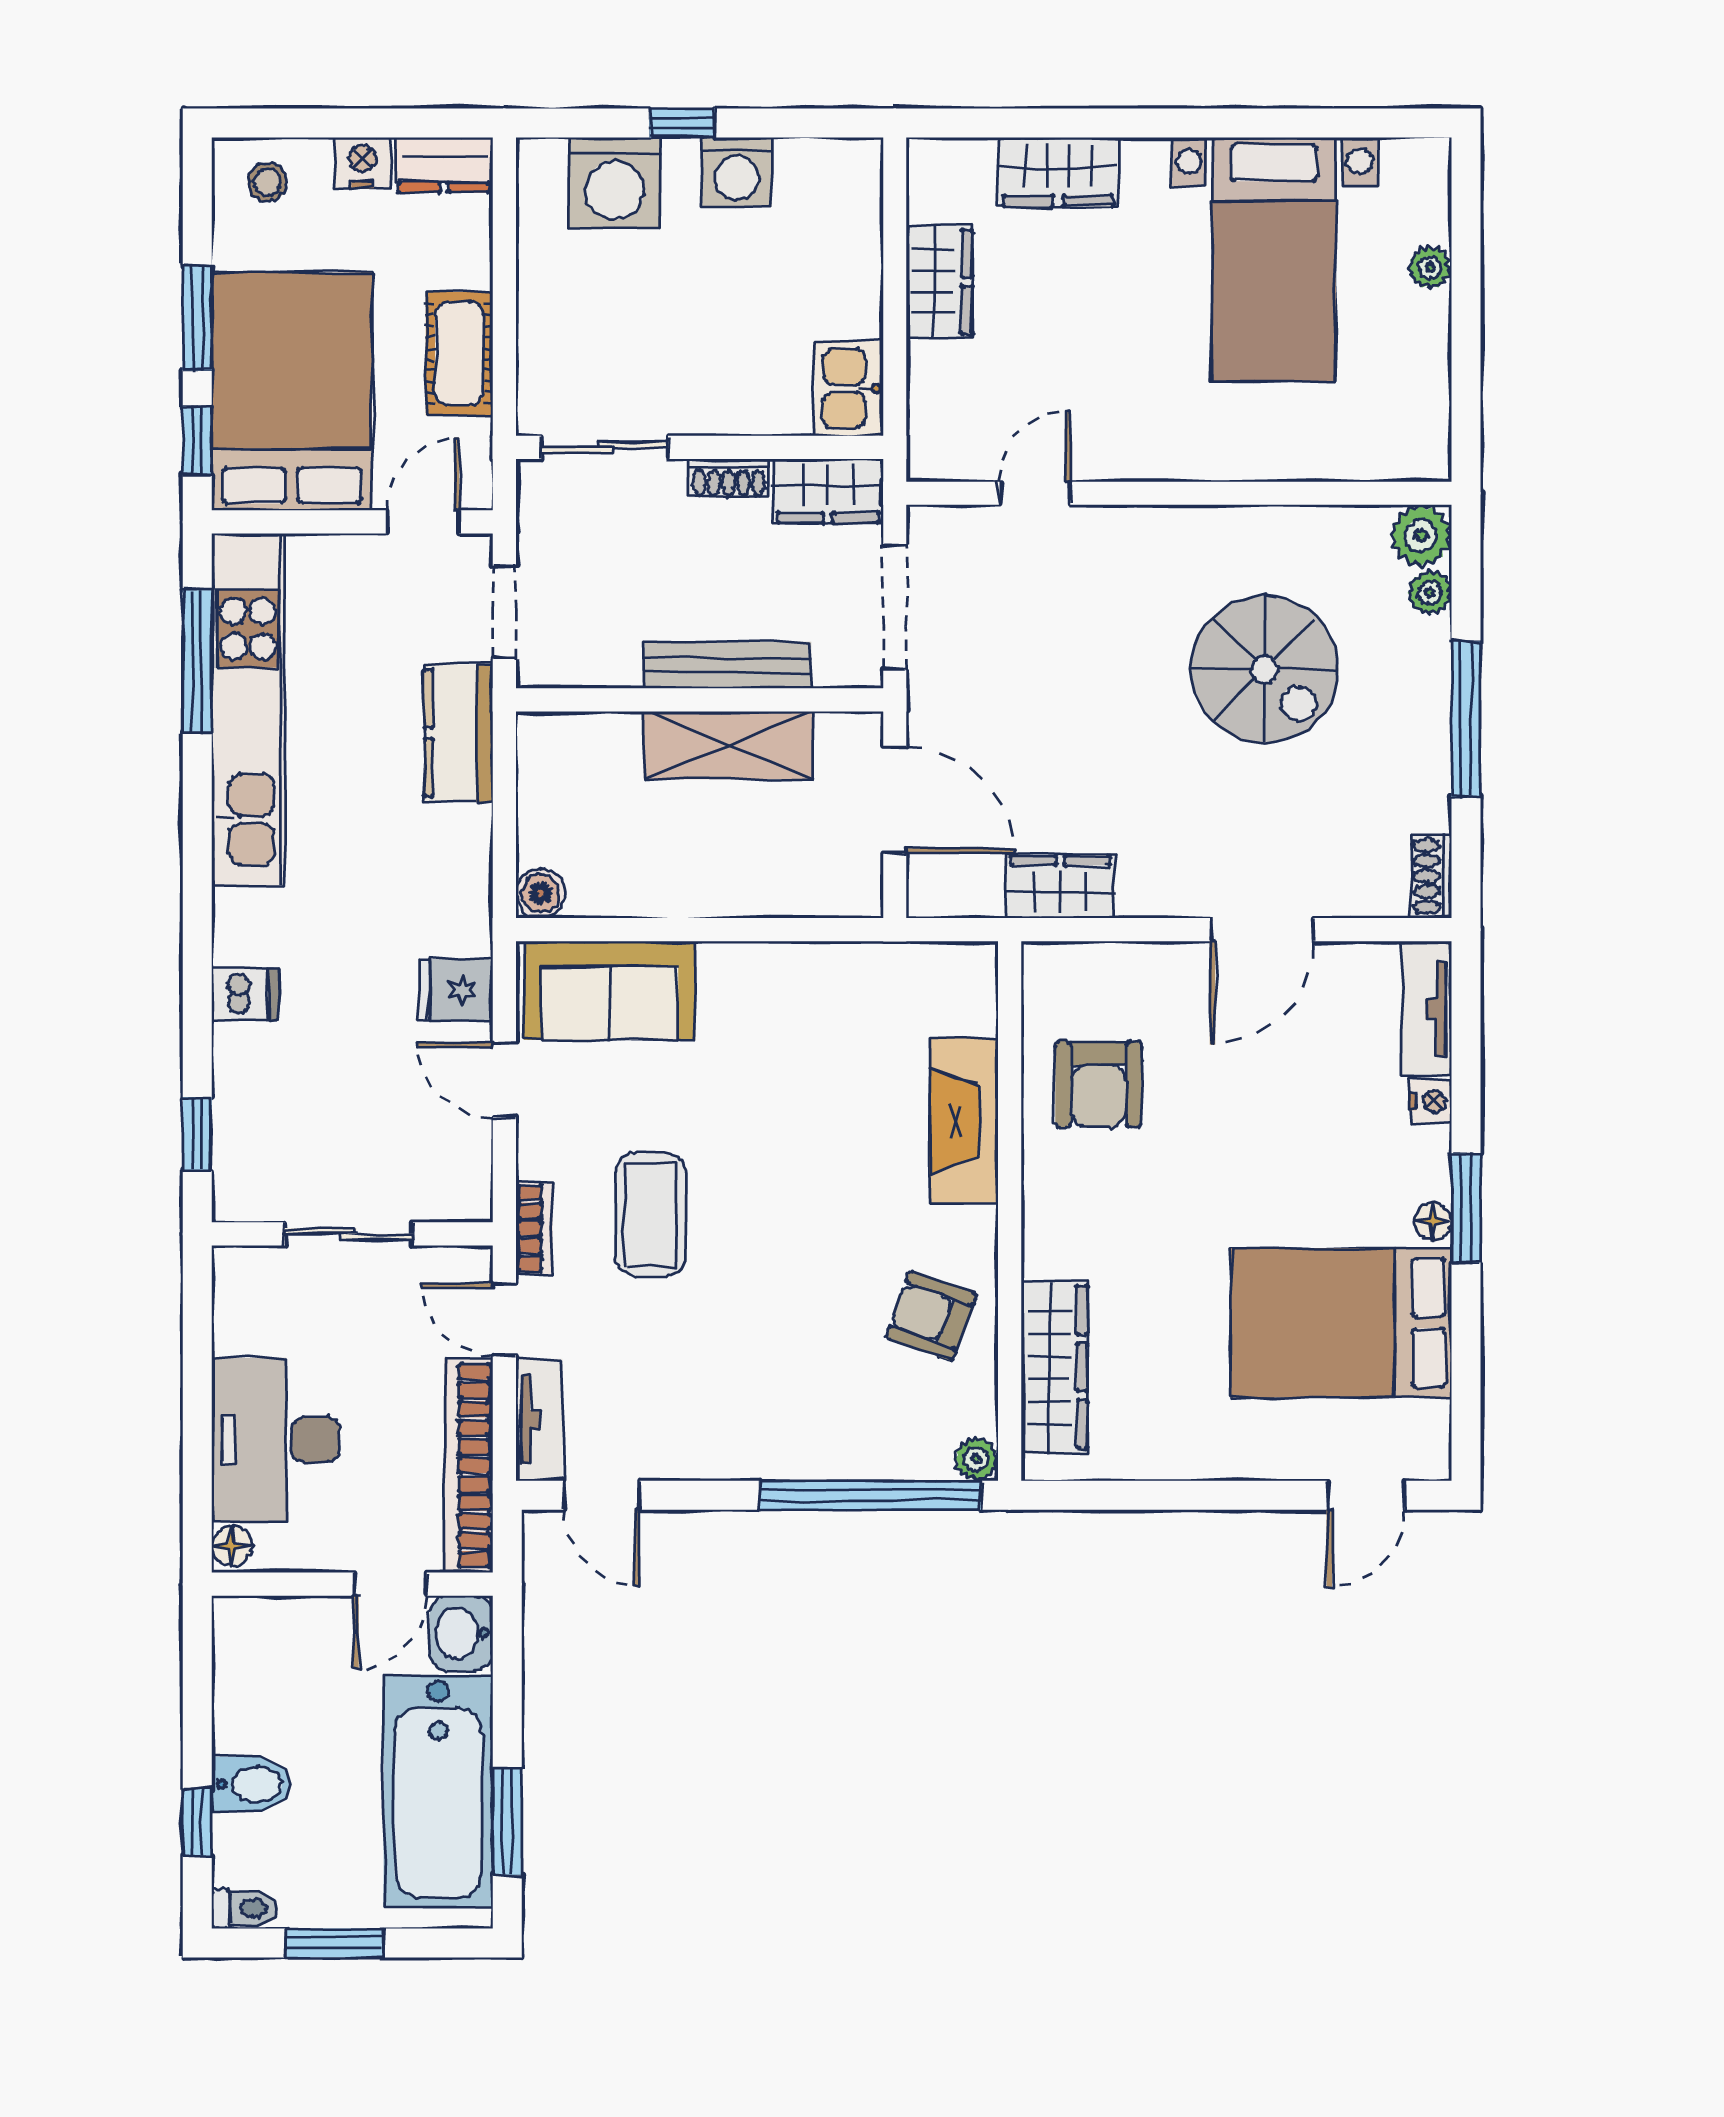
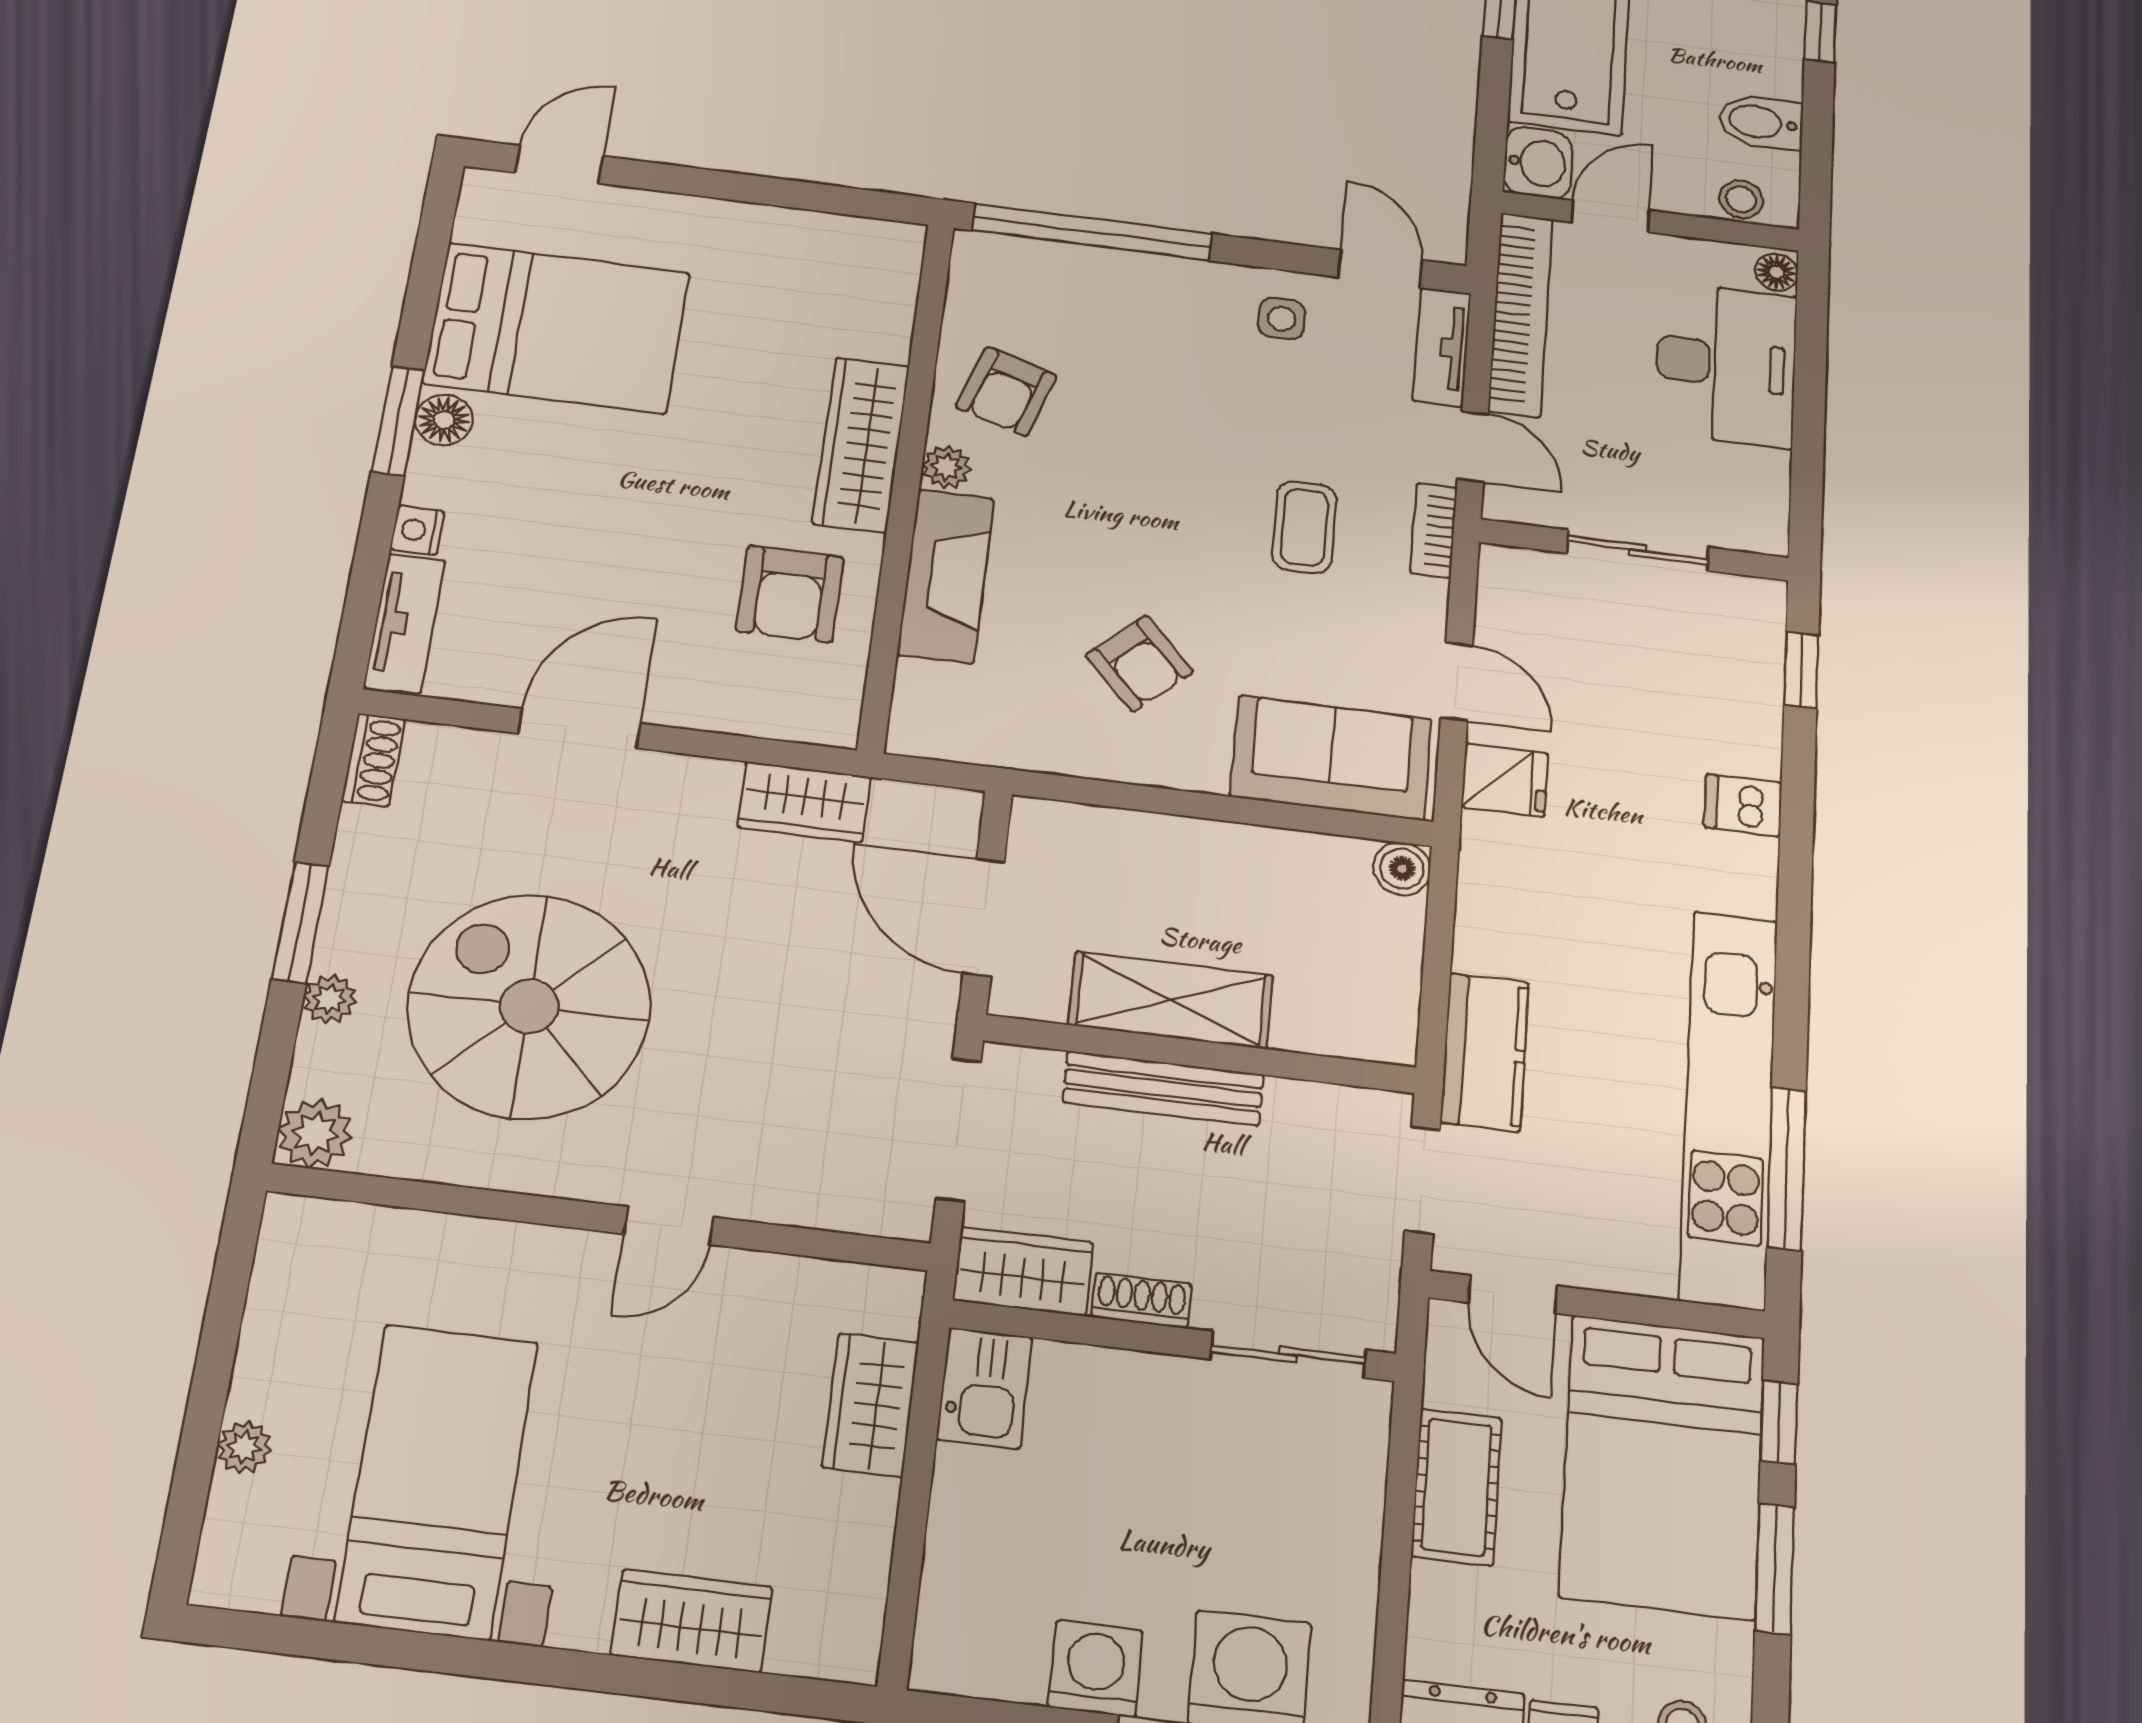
wardrobe: (939, 282) -> (871, 1405), moved
door: (1035, 493) -> (669, 1226), moved
door: (423, 522) -> (1513, 1294), hinge flipped
plant: (1430, 593) -> (330, 999), moved
spiral stairs: (1265, 669) -> (529, 1006), width x1.37, depth x1.37
window: (1466, 719) -> (300, 922), width x0.69
armchair: (785, 1059) -> (1139, 663), added
armchair: (1098, 1084) -> (790, 594), turned 180
coffee table: (651, 1215) -> (1304, 527), width x0.73, depth x0.77
floor lamp: (1433, 1221) -> (444, 420), width x1.37, depth x1.37
armchair: (931, 1316) -> (1006, 391), turned 88
wardrobe: (1054, 1367) -> (861, 445), moved
side table: (688, 1428) -> (1282, 319), added
plant: (976, 1459) -> (946, 467), moved
stool: (268, 1621) -> (1741, 199), added
bidet: (251, 1784) -> (1761, 122), moved

